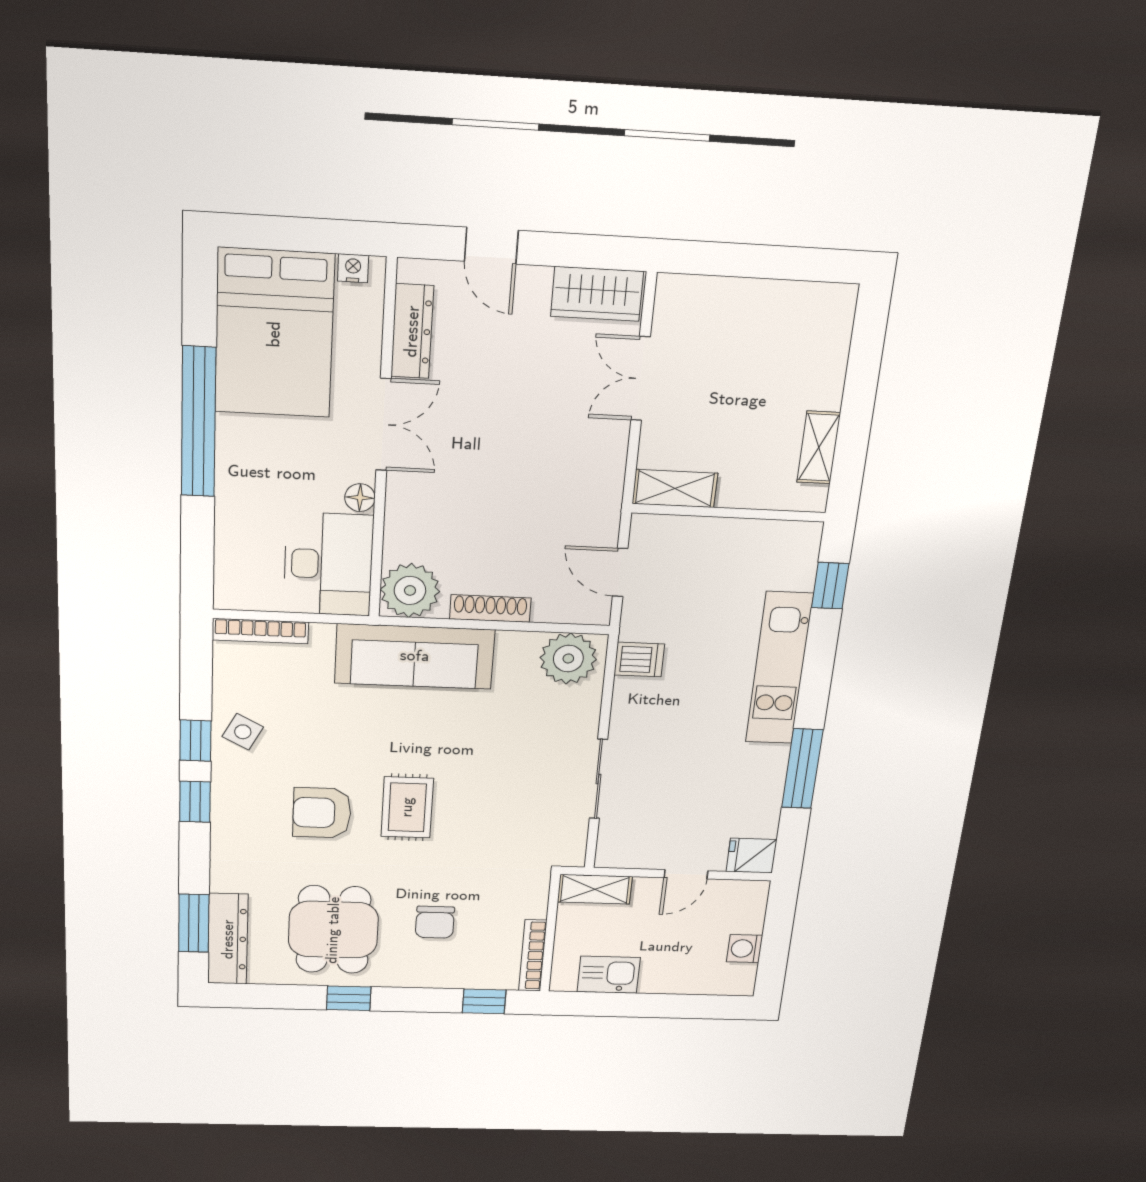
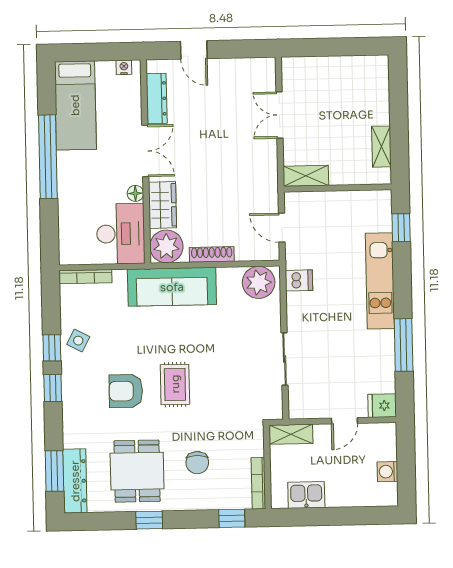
wardrobe: (597, 294) -> (162, 205), moved, turned -90
bed: (274, 334) -> (75, 105), width x0.67

